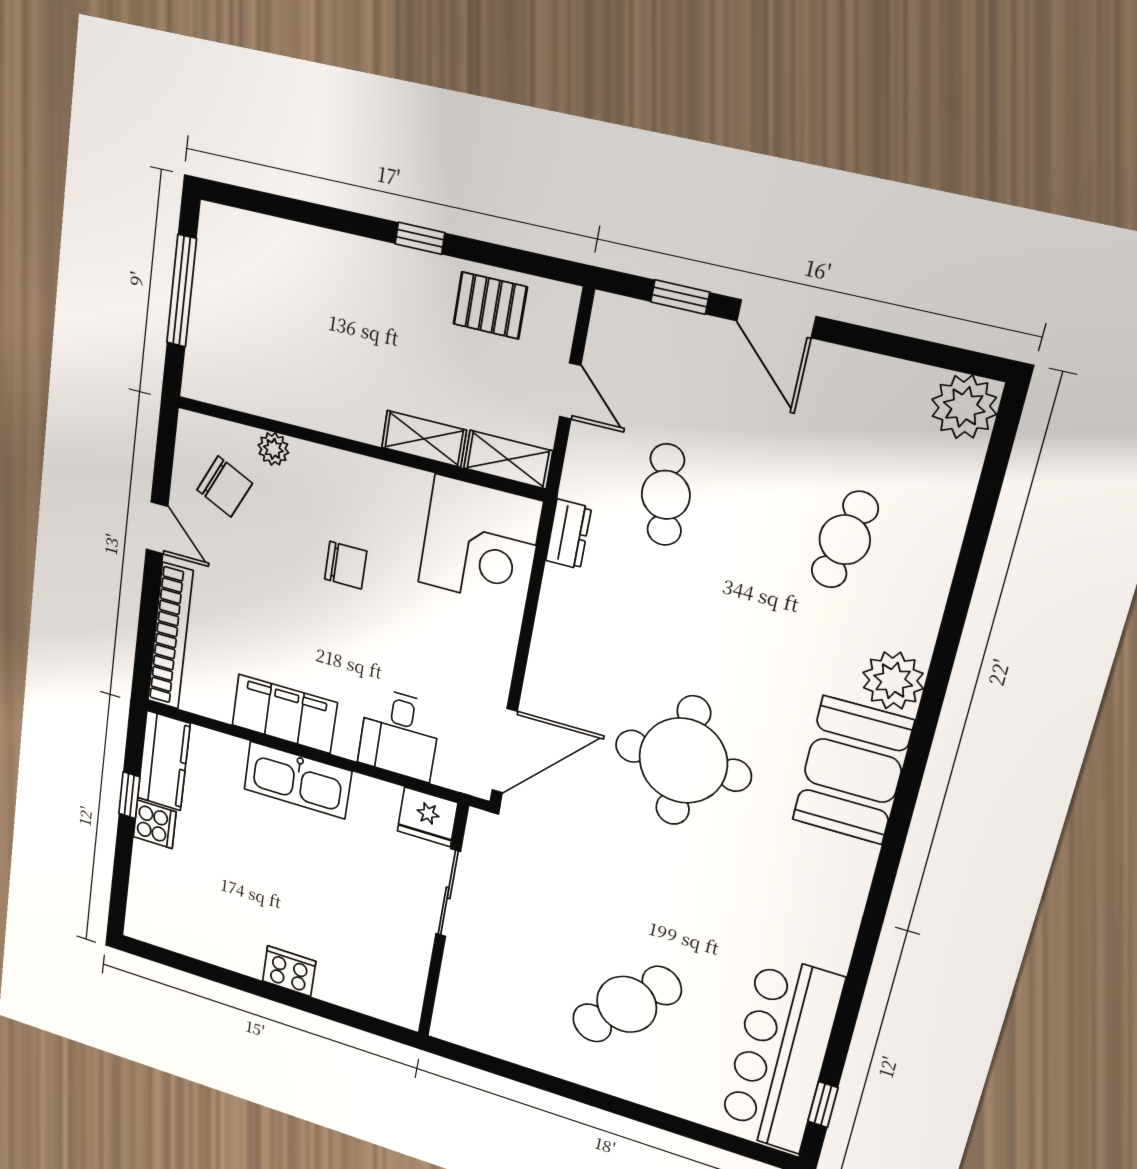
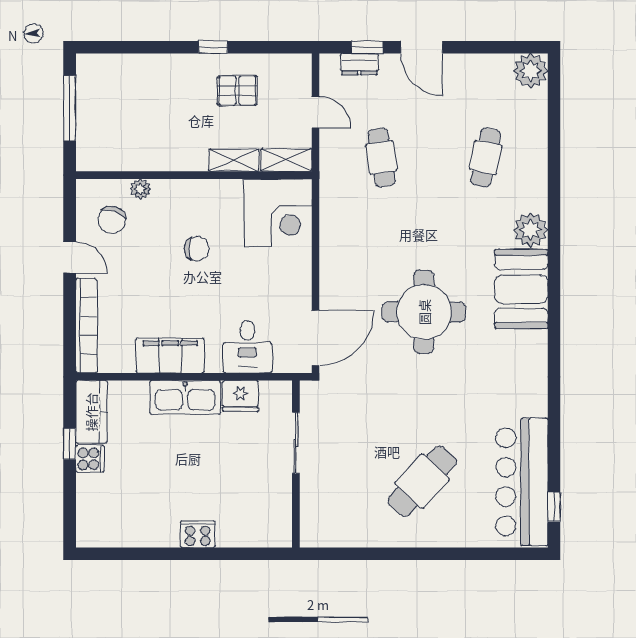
pallet: (490, 305) -> (237, 91), moved
chair: (225, 487) -> (112, 220), turned 84
dresser: (568, 534) -> (359, 64), moved, turned 90
fridge: (427, 817) -> (240, 396), moved

